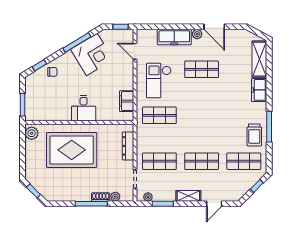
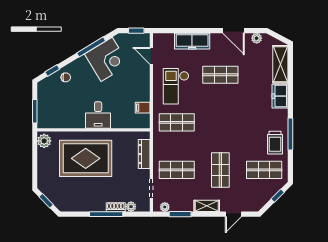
plant: (197, 34) -> (257, 38), moved
filing cabinet: (127, 101) -> (143, 108), width x0.50
shop shelf: (202, 161) -> (220, 170), turned 90

